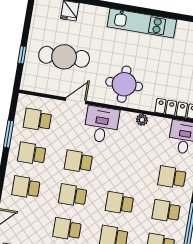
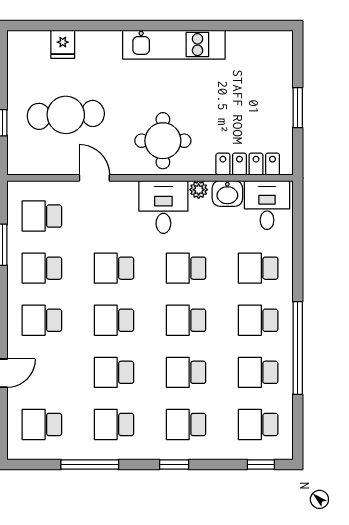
door: (76, 101) -> (94, 178), hinge flipped
desk: (101, 125) -> (163, 207), moved
washbasin: (160, 125) -> (227, 193), added
school desk: (125, 169) -> (186, 268), added

